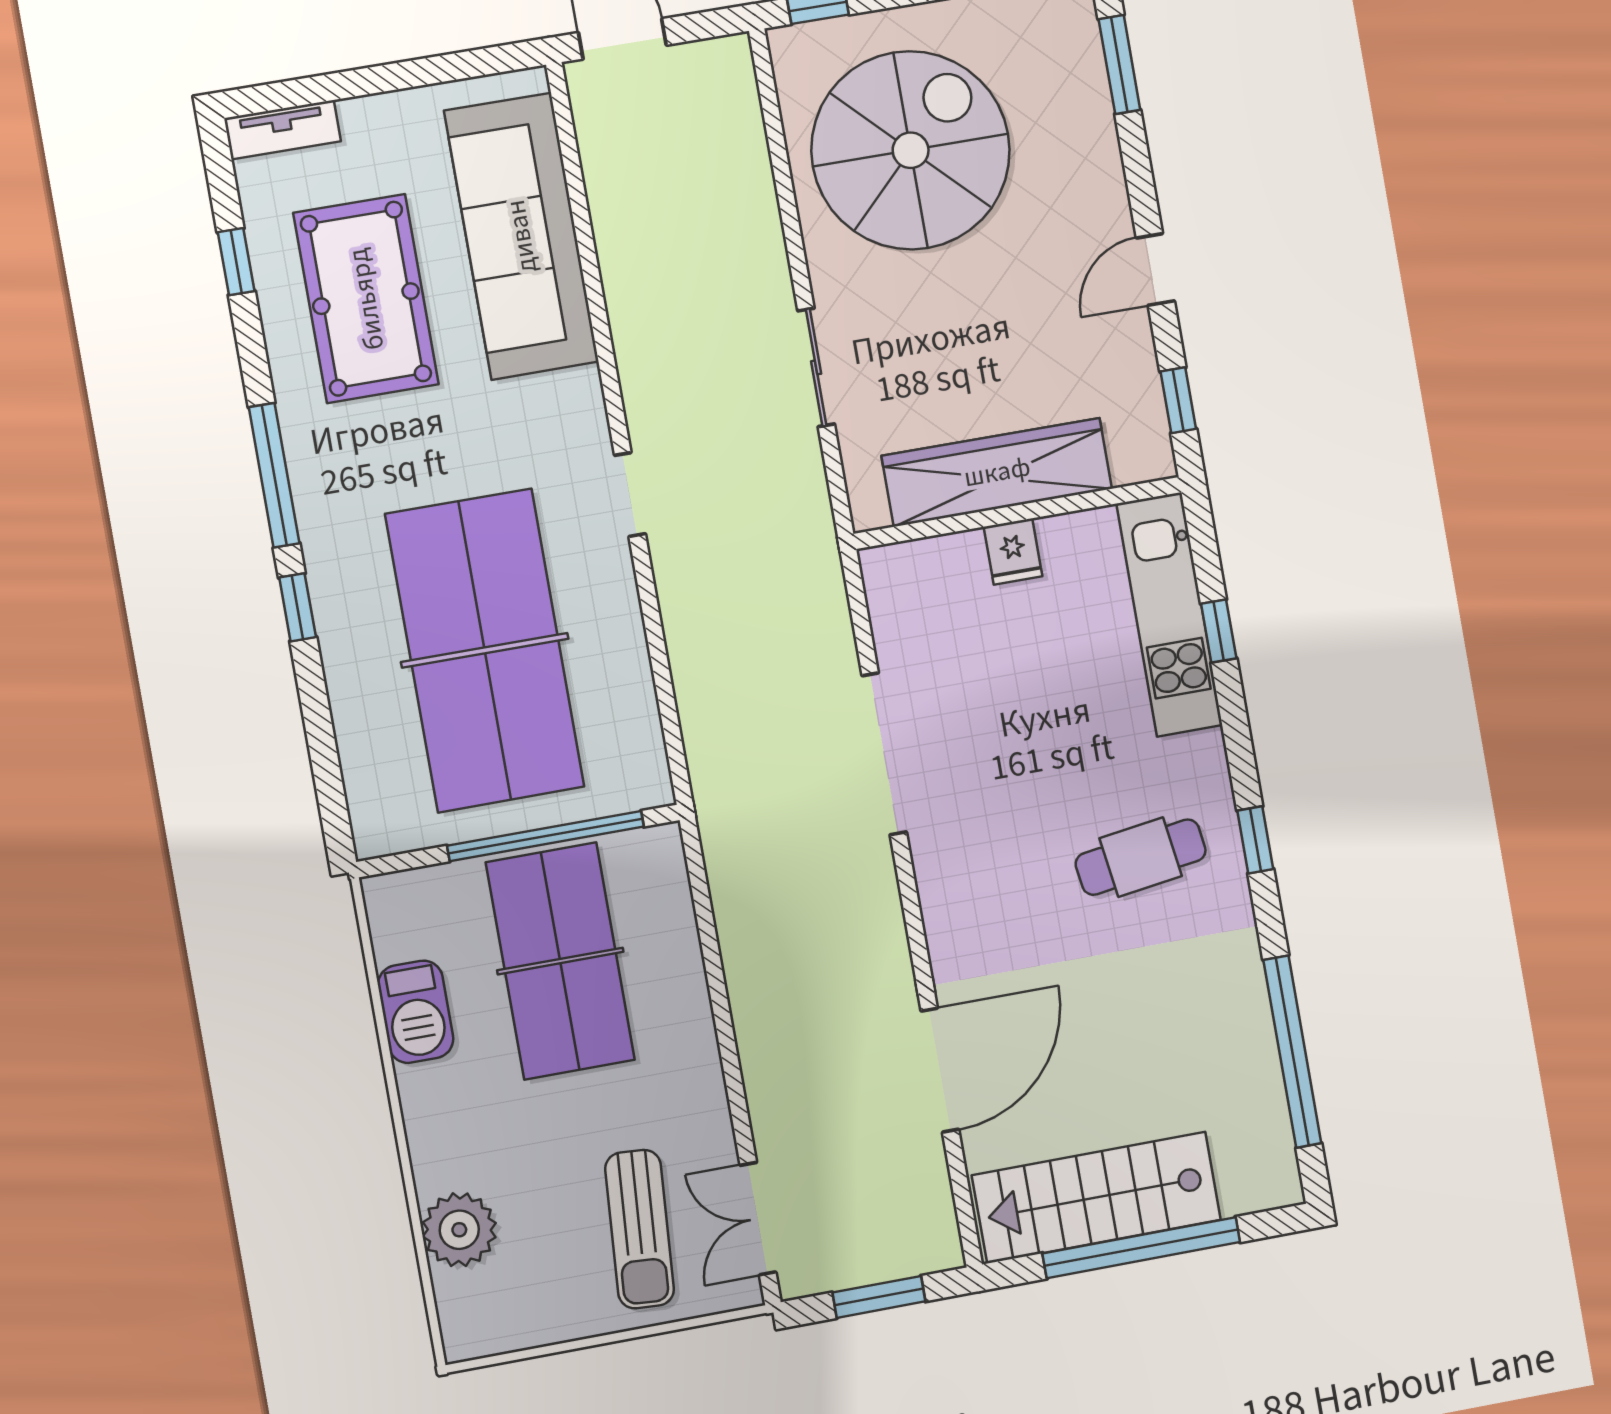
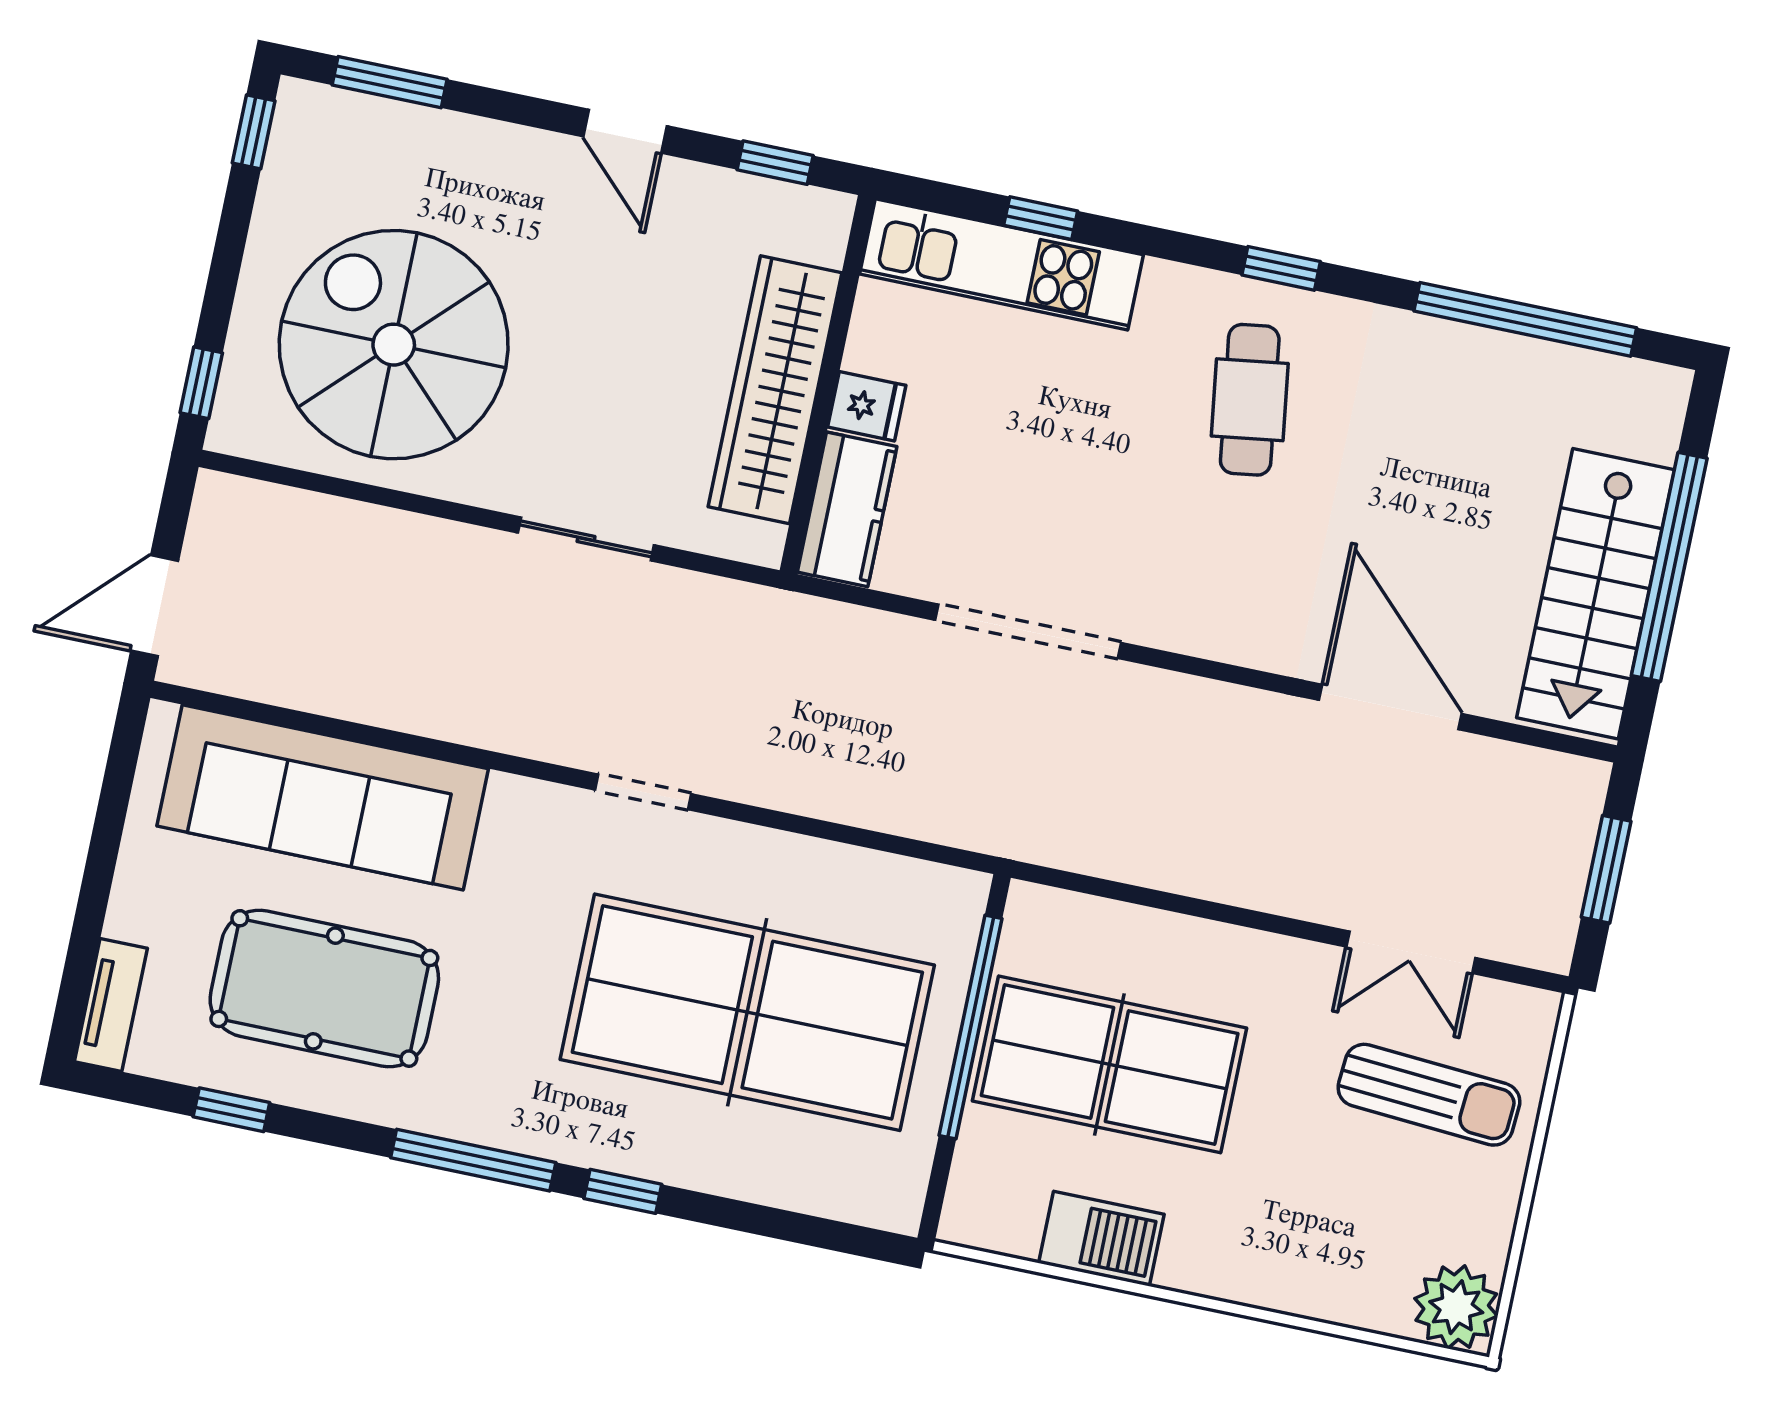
kitchen counter: (924, 569) -> (847, 509), added
double door: (758, 1219) -> (1411, 952), moved
plant: (459, 1230) -> (1456, 1307), moved

